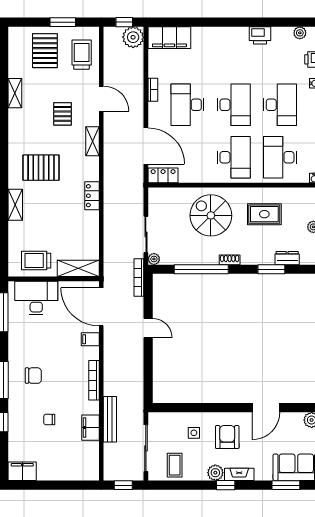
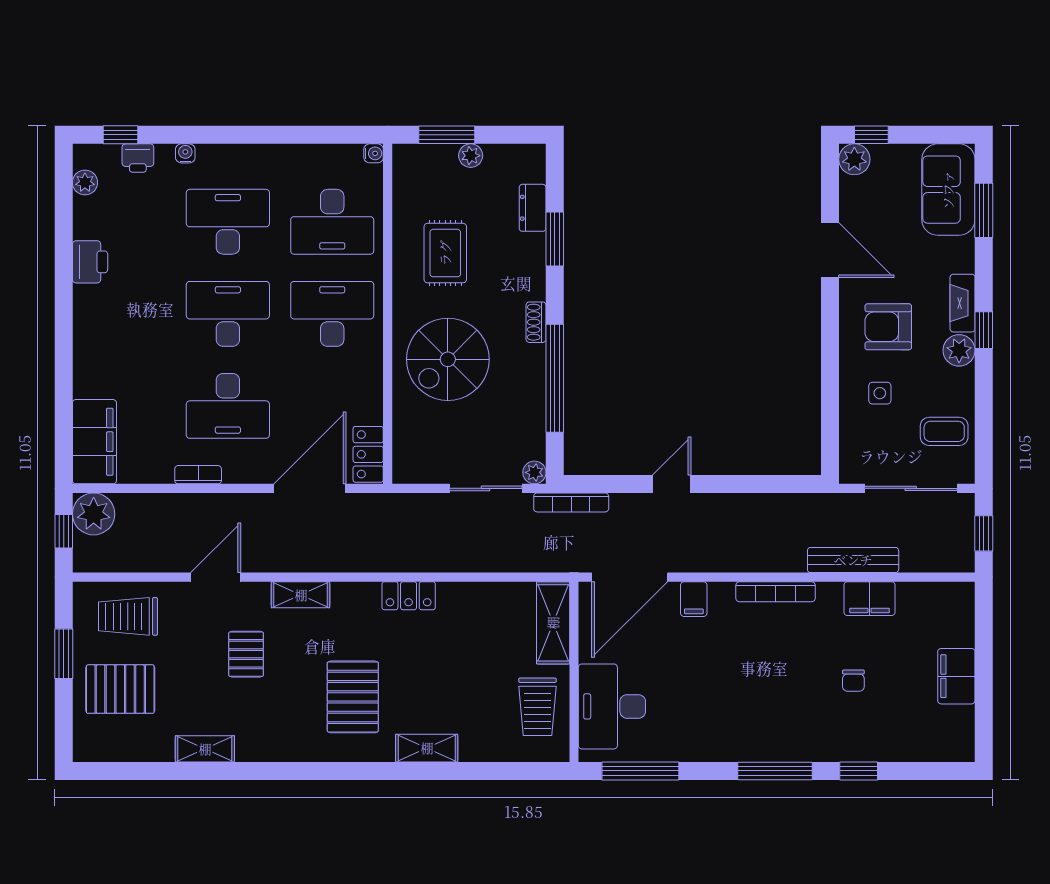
pallet: (63, 114) -> (246, 654), turned 90
chair: (33, 376) -> (766, 712), removed
filing cabinet: (22, 471) -> (956, 676), moved

